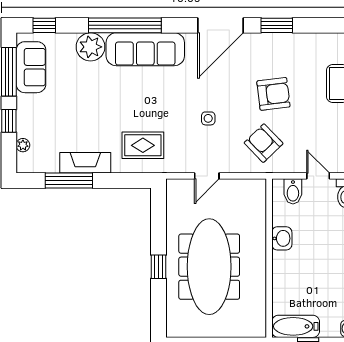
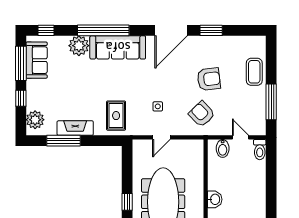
side table: (208, 118) -> (158, 106), moved
plant: (23, 145) -> (35, 120), width x1.87, depth x1.87
rug: (143, 145) -> (116, 116), turned 90
washbasin: (282, 238) -> (215, 199), moved

